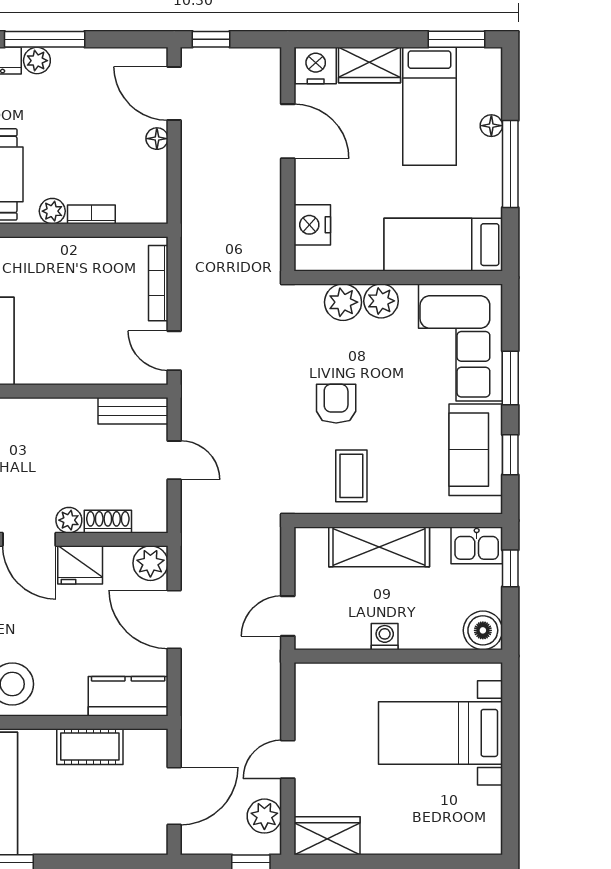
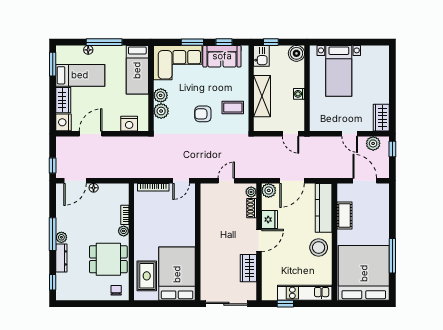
bench: (133, 411) -> (206, 198), removed
plant: (69, 520) -> (251, 192), moved
kitchen counter: (128, 696) -> (324, 208), width x1.50

